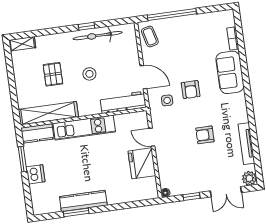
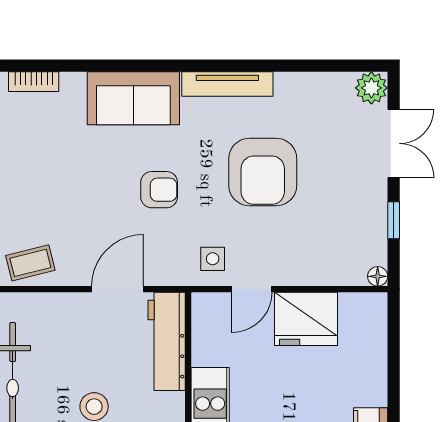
bookcase: (233, 38) -> (34, 82), moved
side table: (167, 100) -> (213, 259), moved
armchair: (205, 135) -> (263, 172), width x1.88, depth x1.88
tv unit: (246, 144) -> (227, 84), moved

